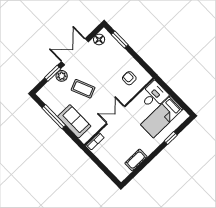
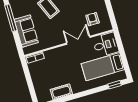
double door: (116, 115) -> (78, 40), moved
window: (171, 138) -> (115, 85), moved

